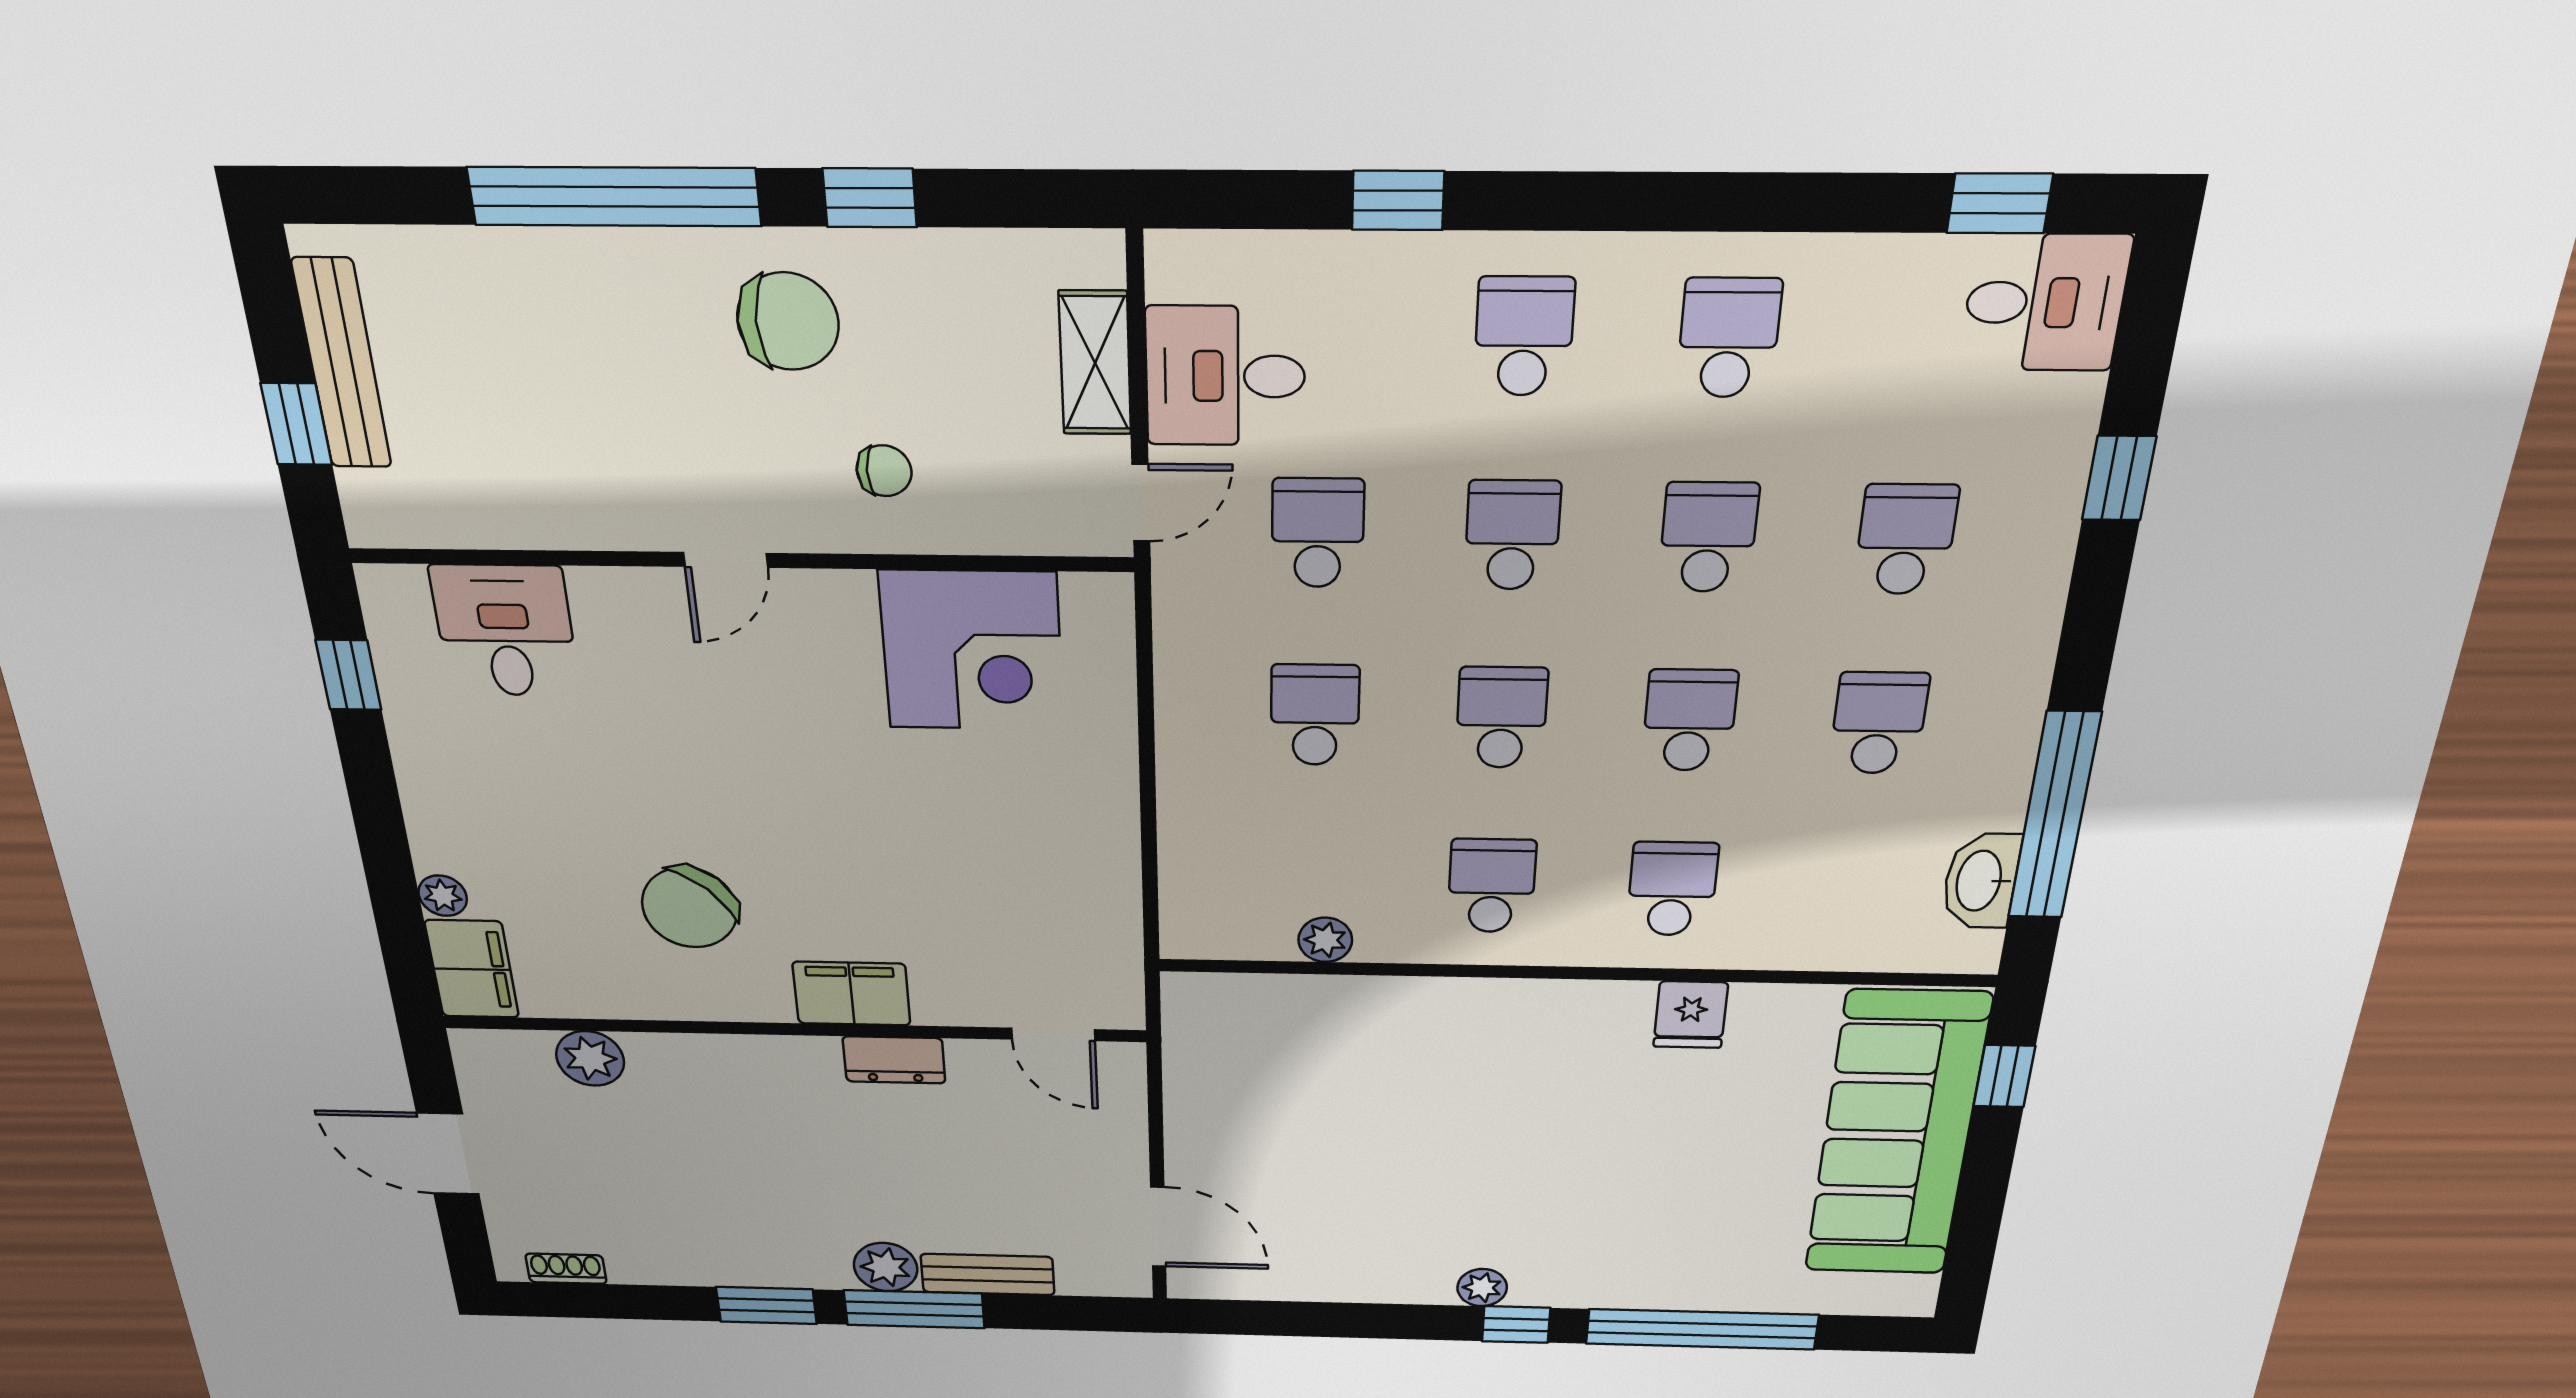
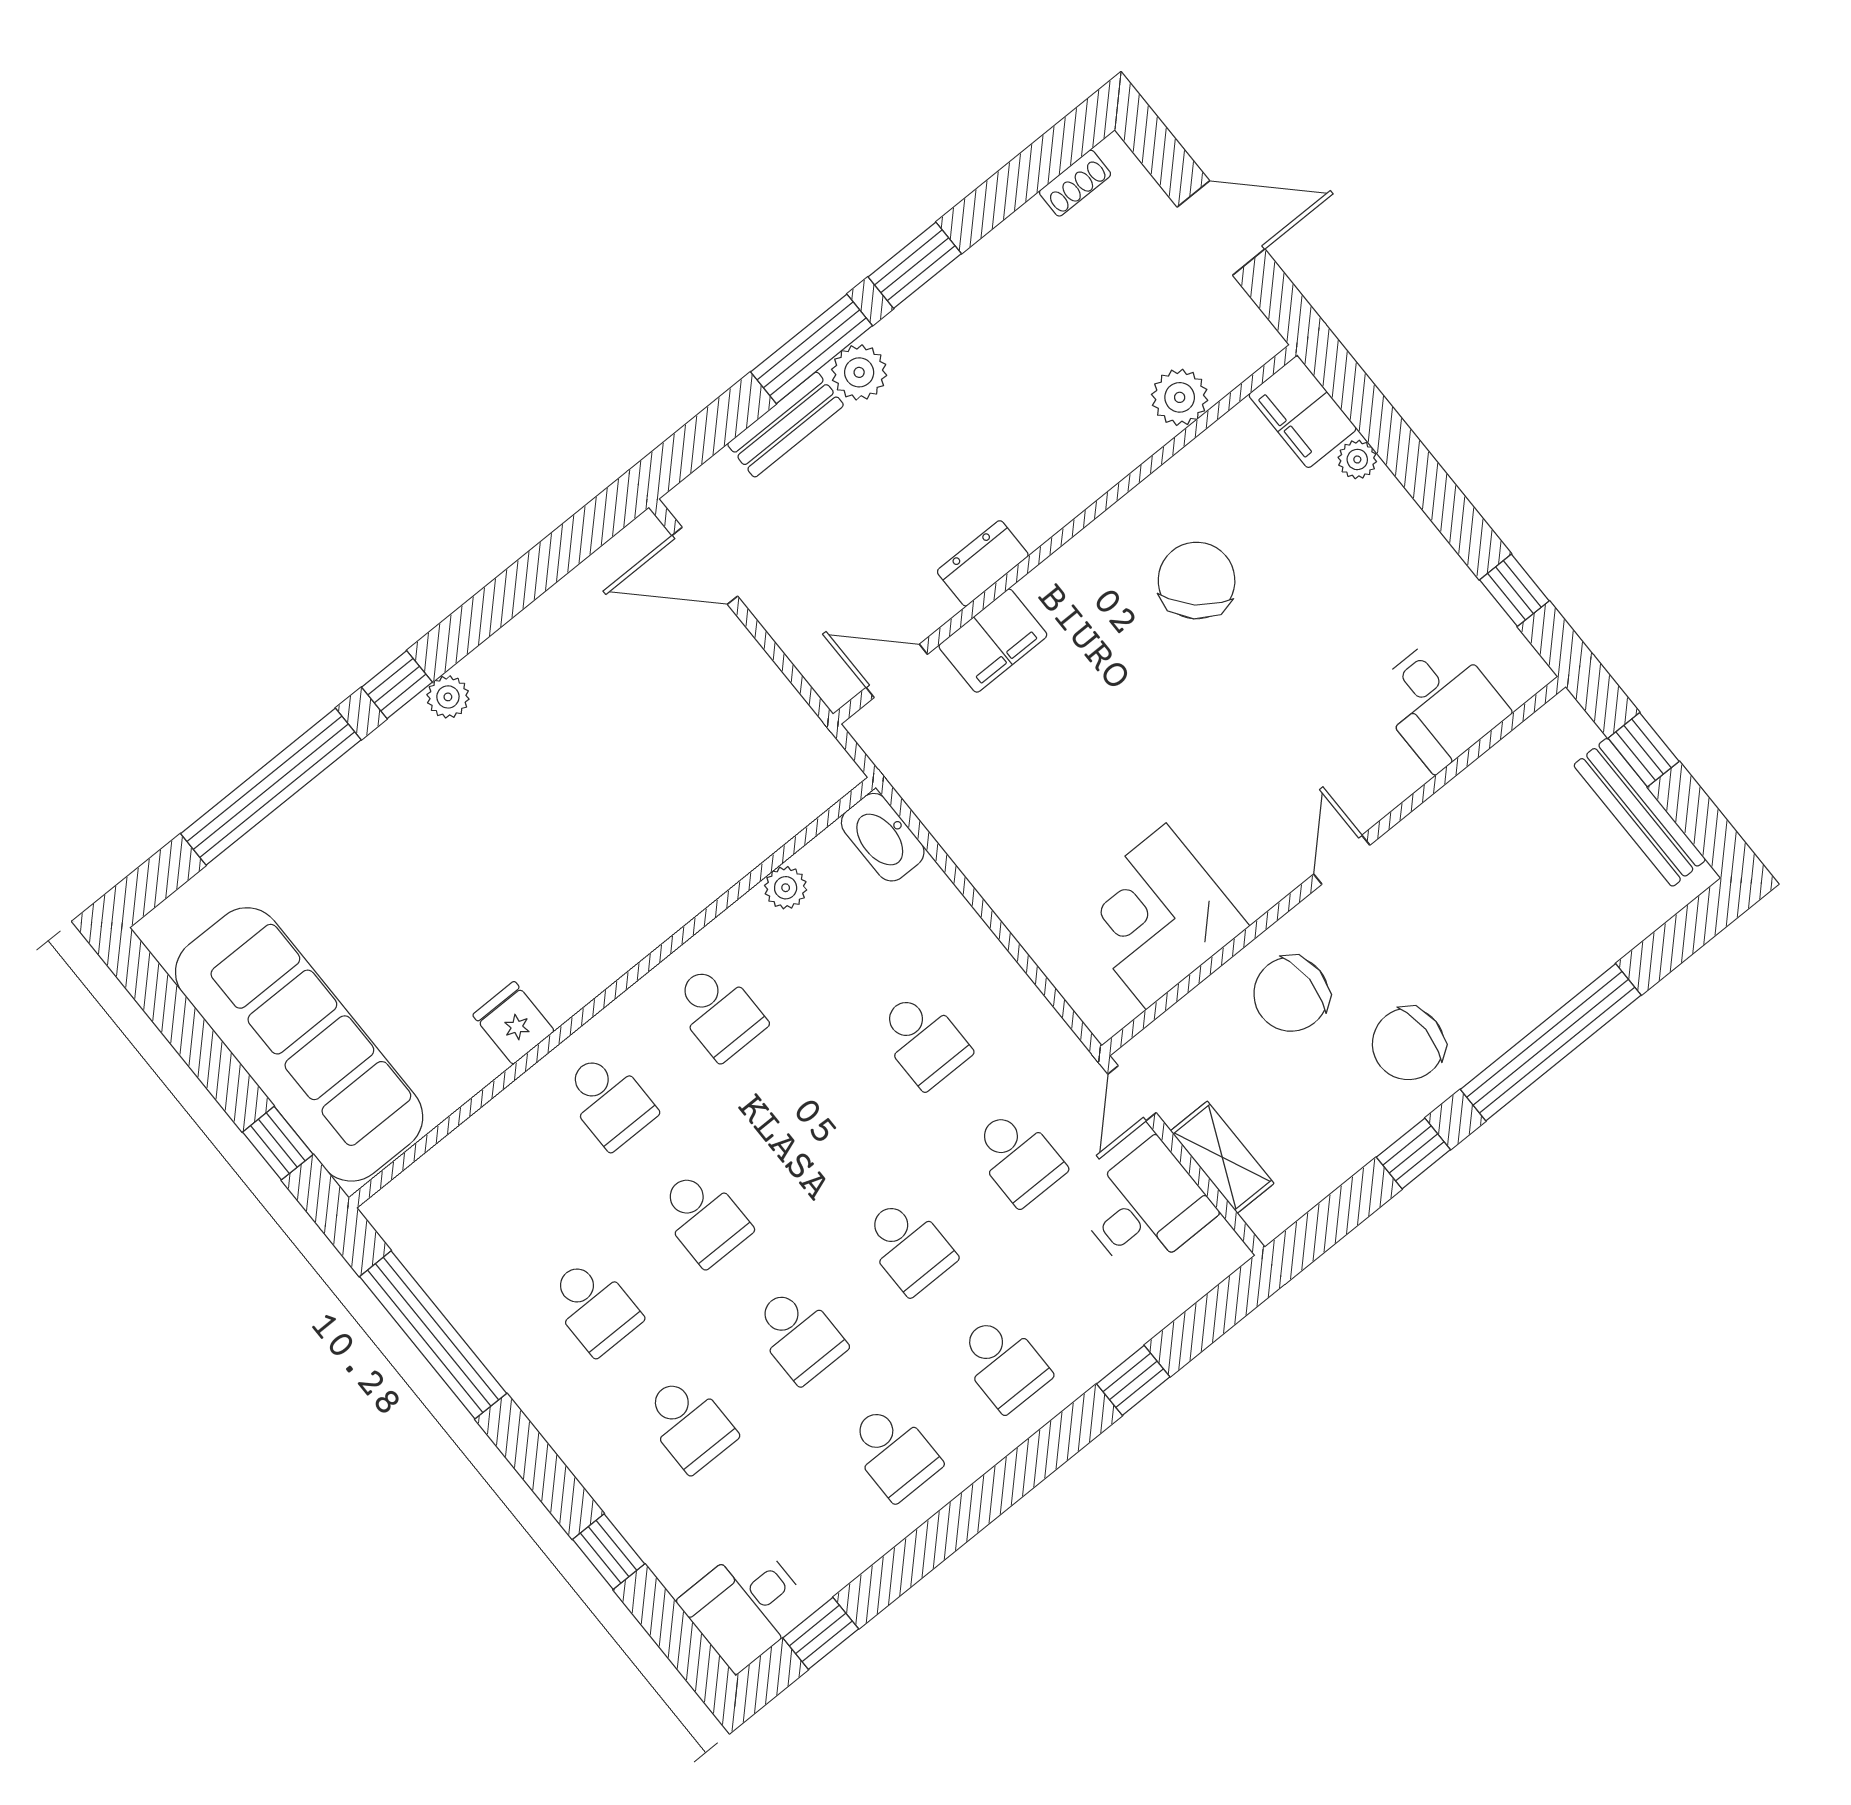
chair: (884, 471) -> (1291, 994), width x1.87, depth x1.87
school desk: (1502, 718) -> (813, 1129), removed
washbasin: (1981, 881) -> (883, 837), moved, turned 180
filing cabinet: (852, 994) -> (993, 641), moved

